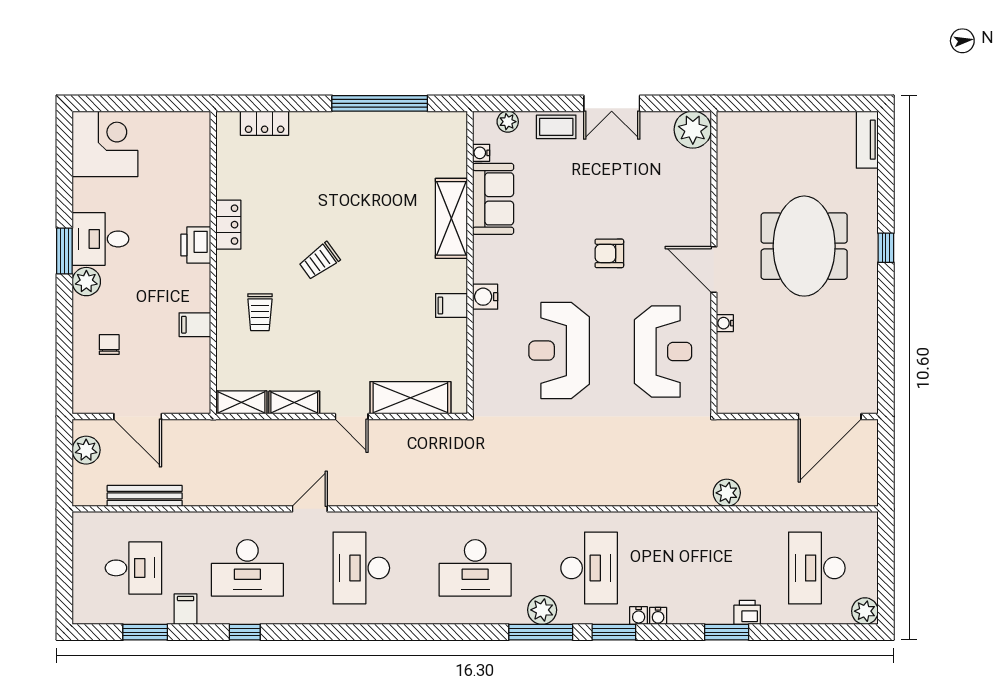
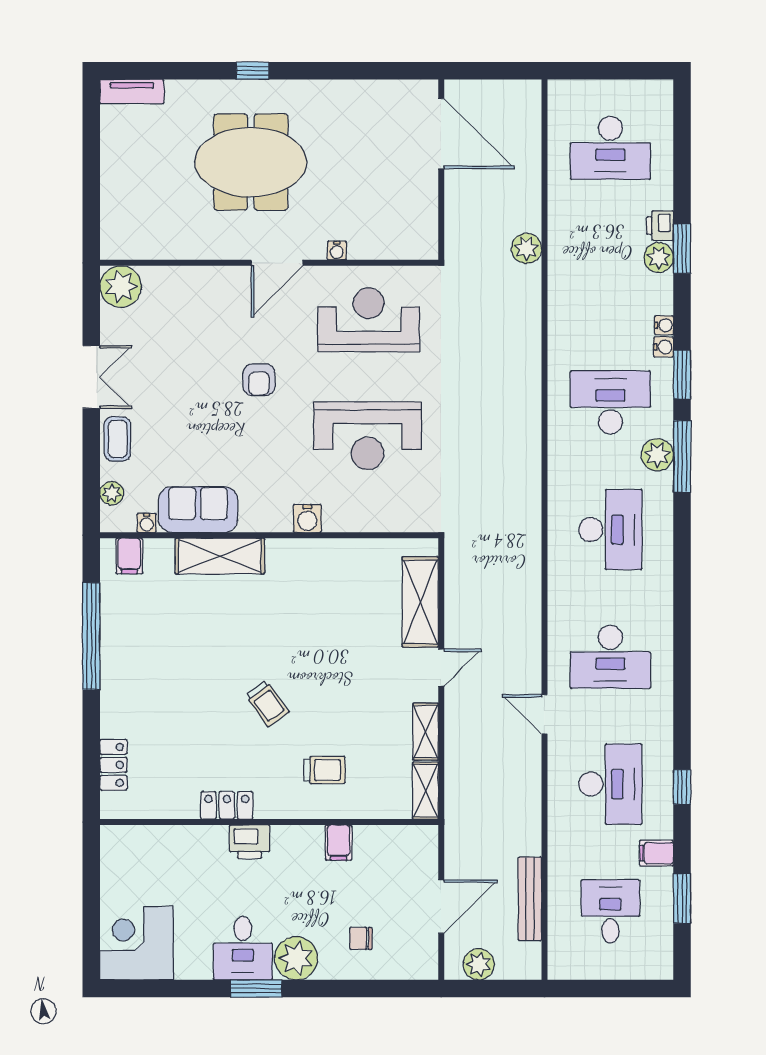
plant: (86, 282) -> (296, 958), width x1.36, depth x1.36
filing cabinet: (452, 306) -> (129, 556), moved
plant: (865, 611) -> (659, 258), moved

